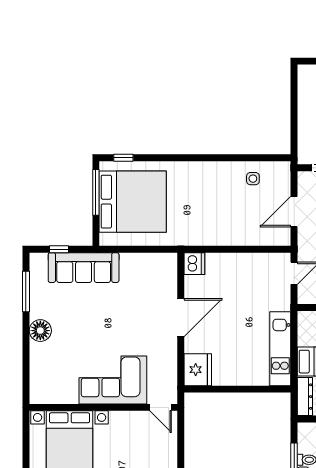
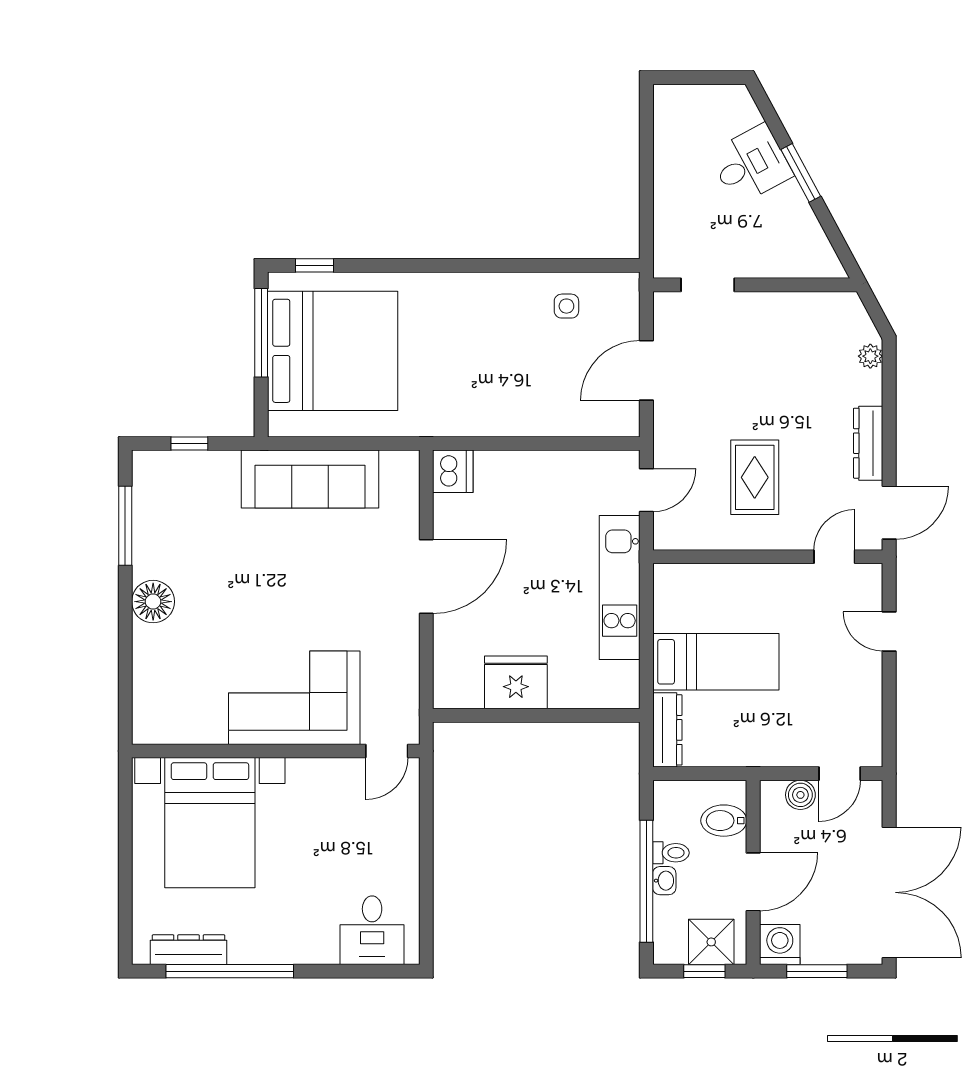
sofa: (84, 268) -> (310, 479), moved
kitchen unit: (280, 349) -> (620, 587), moved
fridge: (198, 370) -> (516, 682), moved, turned -90
door: (161, 407) -> (387, 751), hinge flipped

